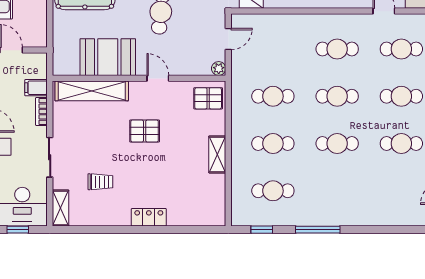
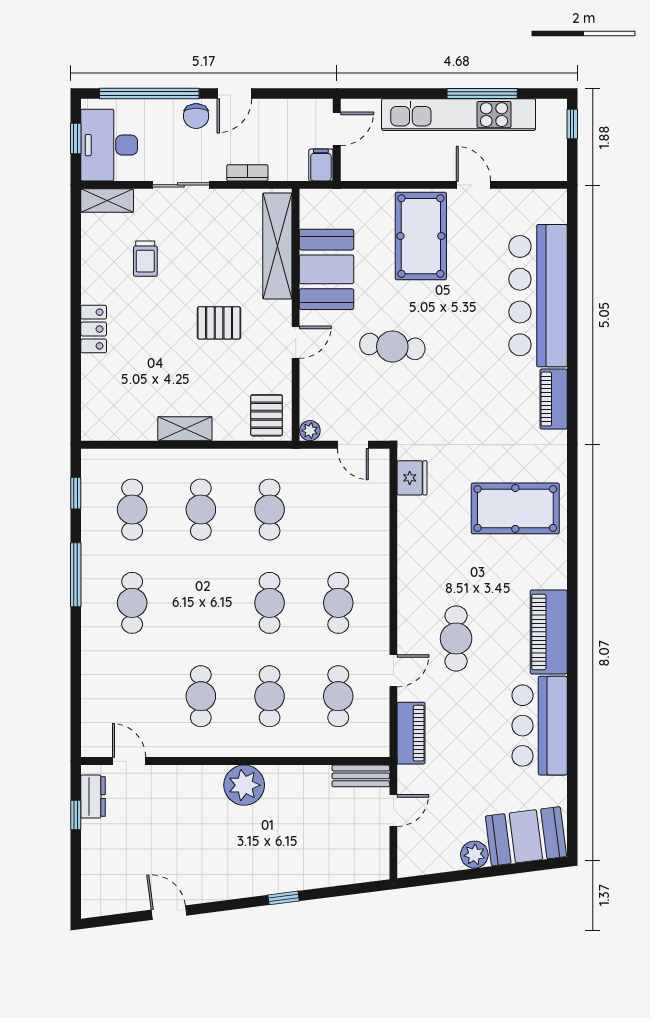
filing cabinet: (36, 88) -> (321, 165), moved
pallet: (145, 131) -> (219, 323), turned 90
cafe table: (337, 144) -> (132, 603), moved

